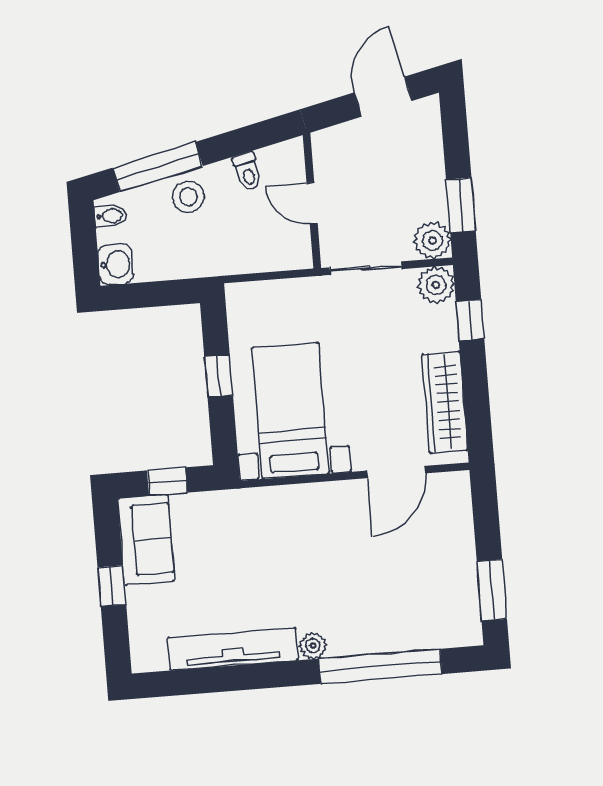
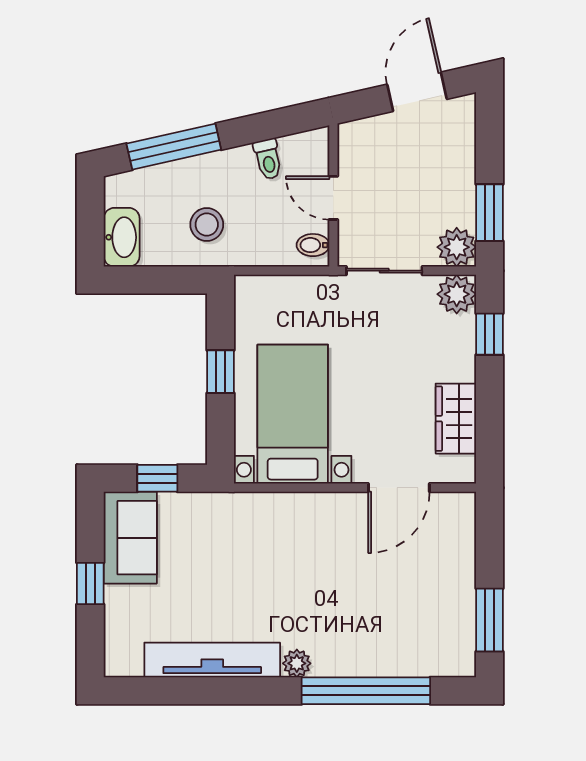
stool: (188, 197) -> (207, 225), moved
bidet: (110, 216) -> (313, 245), moved, turned 180
washbasin: (116, 264) -> (122, 237), width x1.38
wardrobe: (445, 402) -> (456, 419), width x0.67

